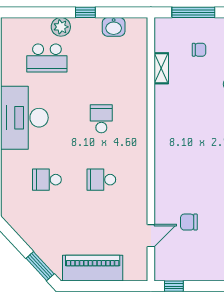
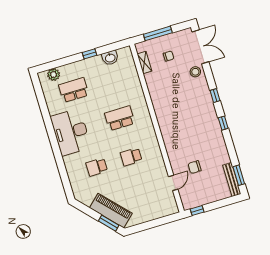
plant: (61, 27) -> (54, 75), moved
school desk: (47, 58) -> (74, 90), turned 180
shelving: (161, 68) -> (144, 63), moved
school desk: (101, 119) -> (120, 118), width x1.85
piano: (93, 268) -> (111, 211), moved, turned 47

